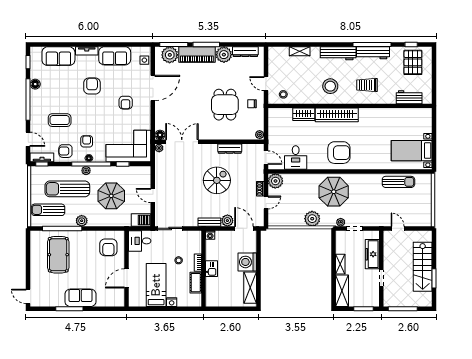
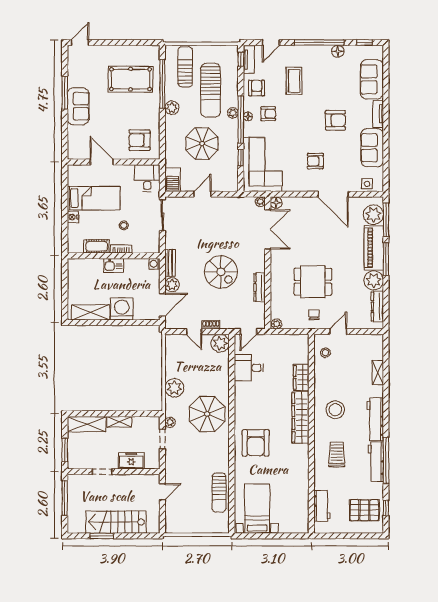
armchair: (339, 153) -> (256, 443), moved
sun lounger: (67, 189) -> (211, 90), turned 180
freezer: (372, 254) -> (131, 461), width x0.71

